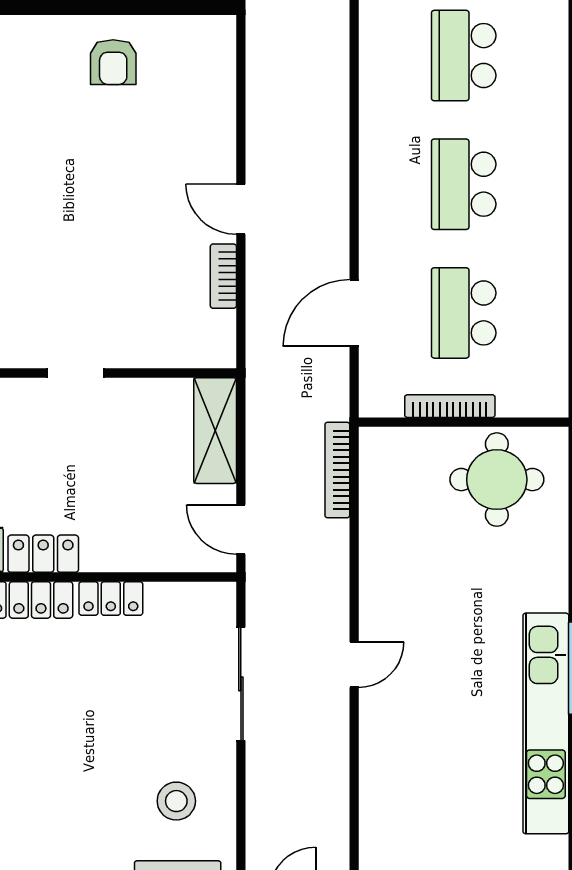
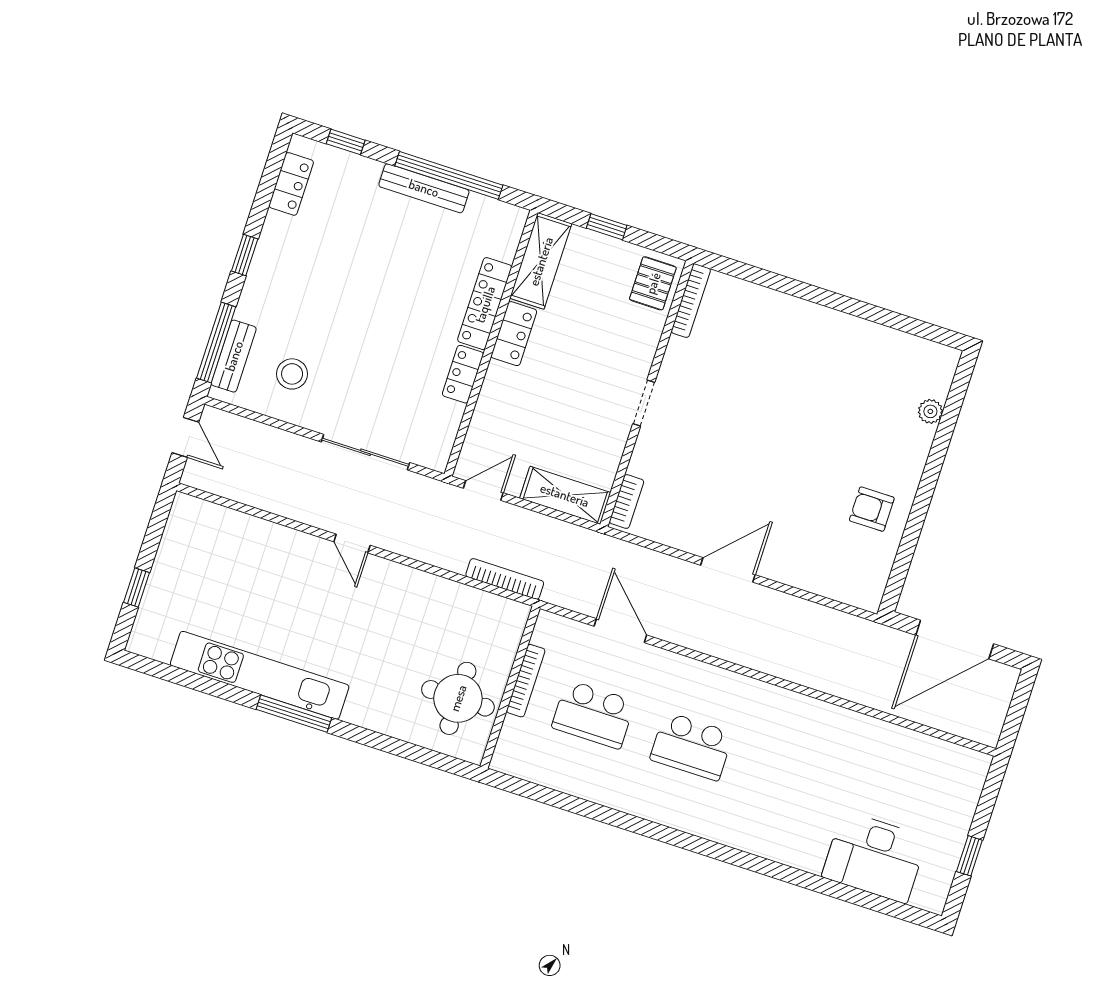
school desk: (464, 56) -> (790, 778), removed
school desk: (464, 184) -> (692, 746), turned 180
door: (241, 209) -> (728, 570), width x1.38
bookcase: (223, 276) -> (627, 502), moved, turned 90
school desk: (464, 313) -> (593, 714), turned 180

